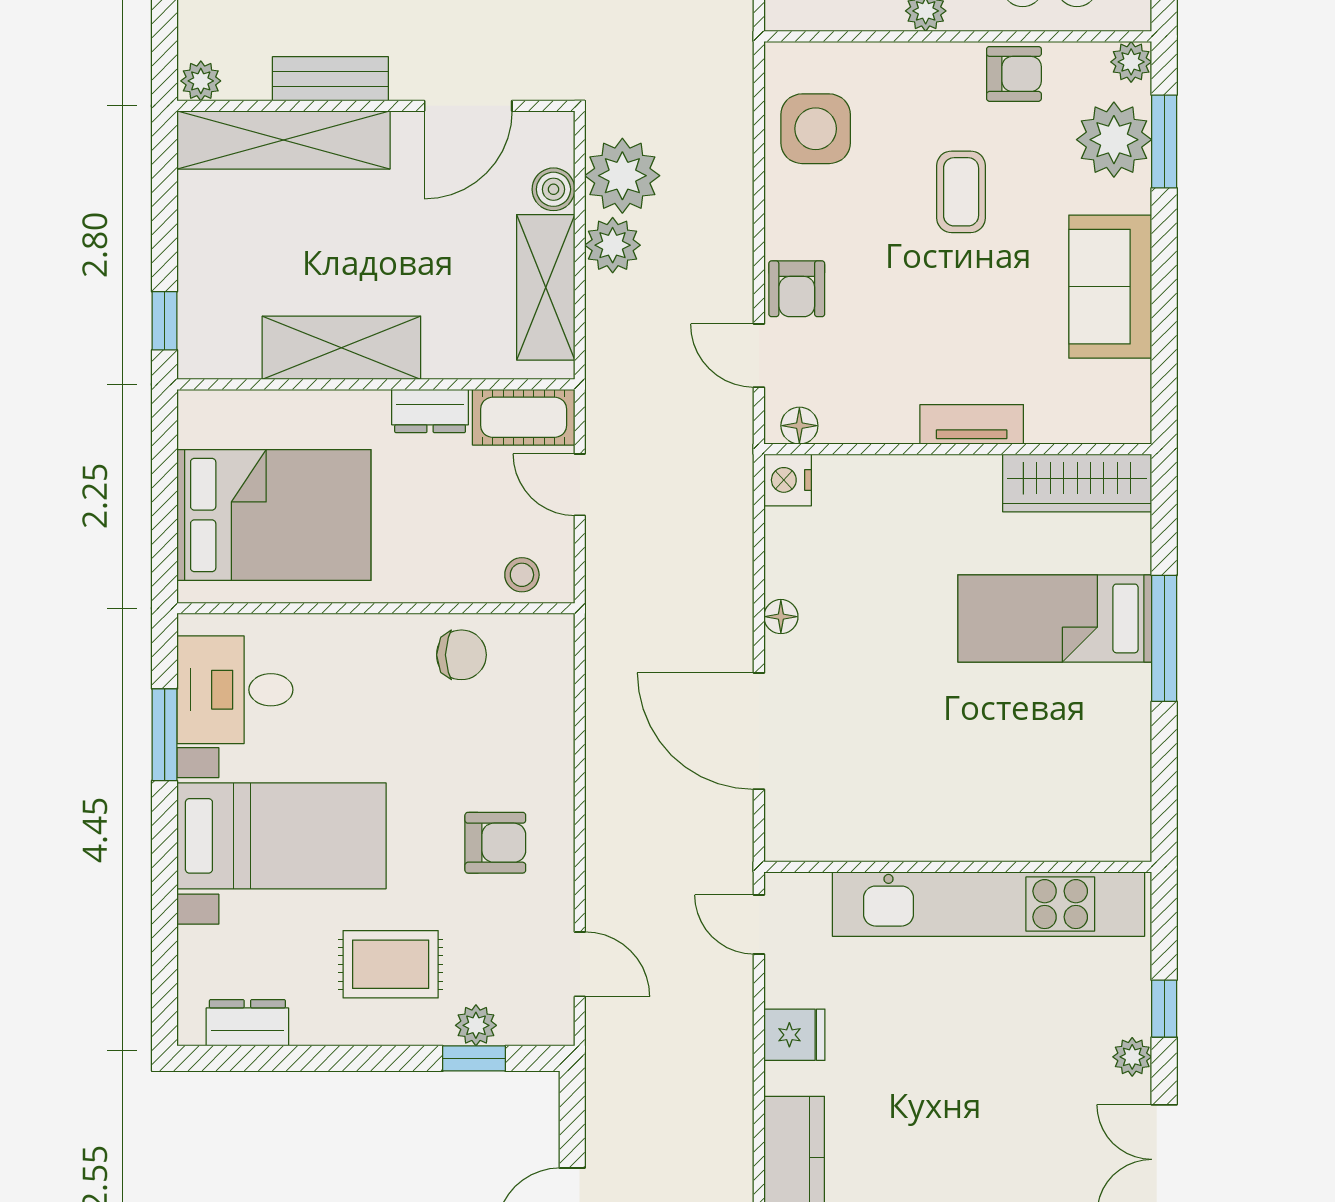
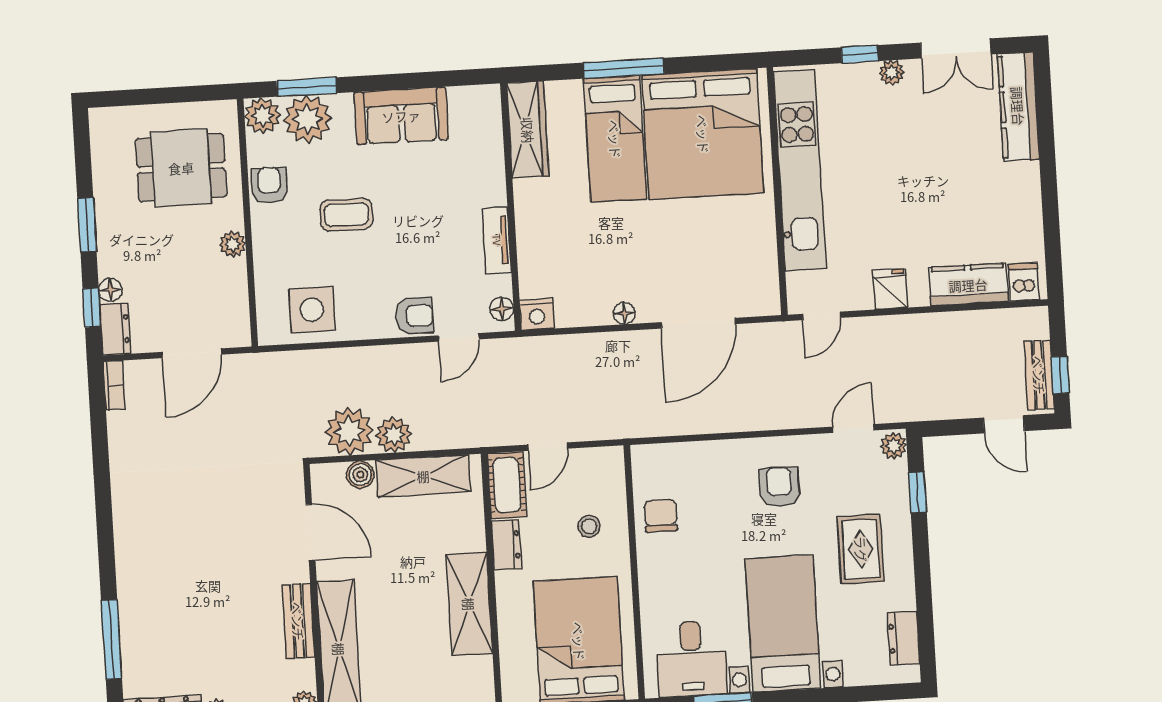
plant: (1131, 62) -> (262, 116), width x1.38, depth x1.38
tv unit: (972, 424) -> (497, 240), moved
stool: (522, 575) -> (589, 526), moved
bed: (1054, 756) -> (703, 134), added
plant: (476, 1025) -> (894, 446), moved

